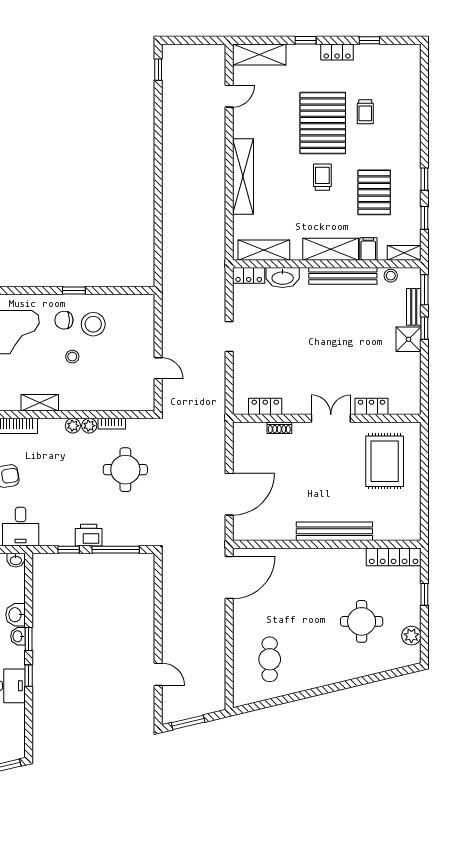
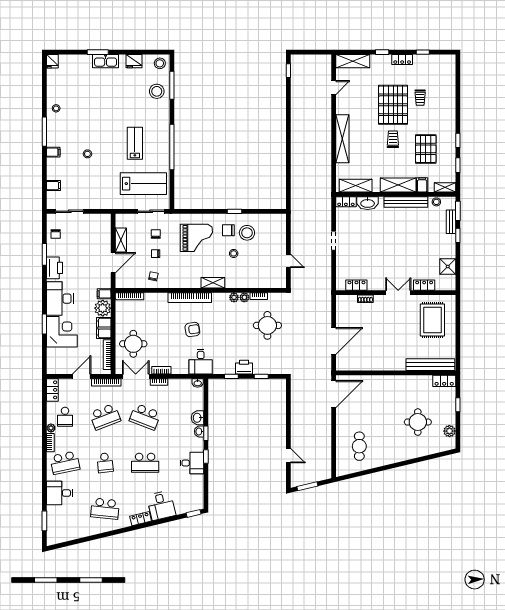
shower: (409, 339) -> (448, 267), moved
bench: (334, 531) -> (430, 365), moved
window: (116, 550) -> (261, 376), width x0.46
locker: (394, 557) -> (444, 381), width x0.66

